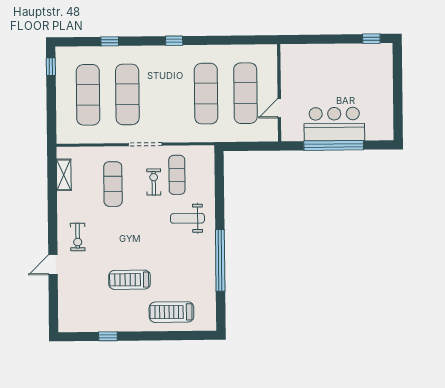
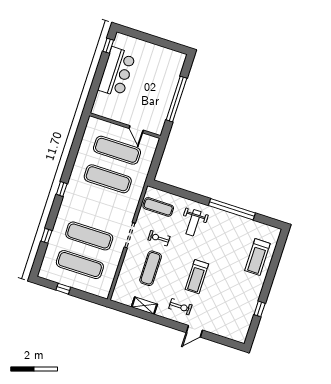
window: (51, 67) -> (63, 289), moved
bar counter: (334, 124) -> (117, 72), moved, turned 180
shelving: (64, 175) -> (144, 306), moved
exercise mat: (177, 175) -> (158, 207), moved
exercise mat: (113, 184) -> (151, 268), turned 90
door: (53, 265) -> (194, 331), hinge flipped
treadmill: (130, 280) -> (197, 277), moved

